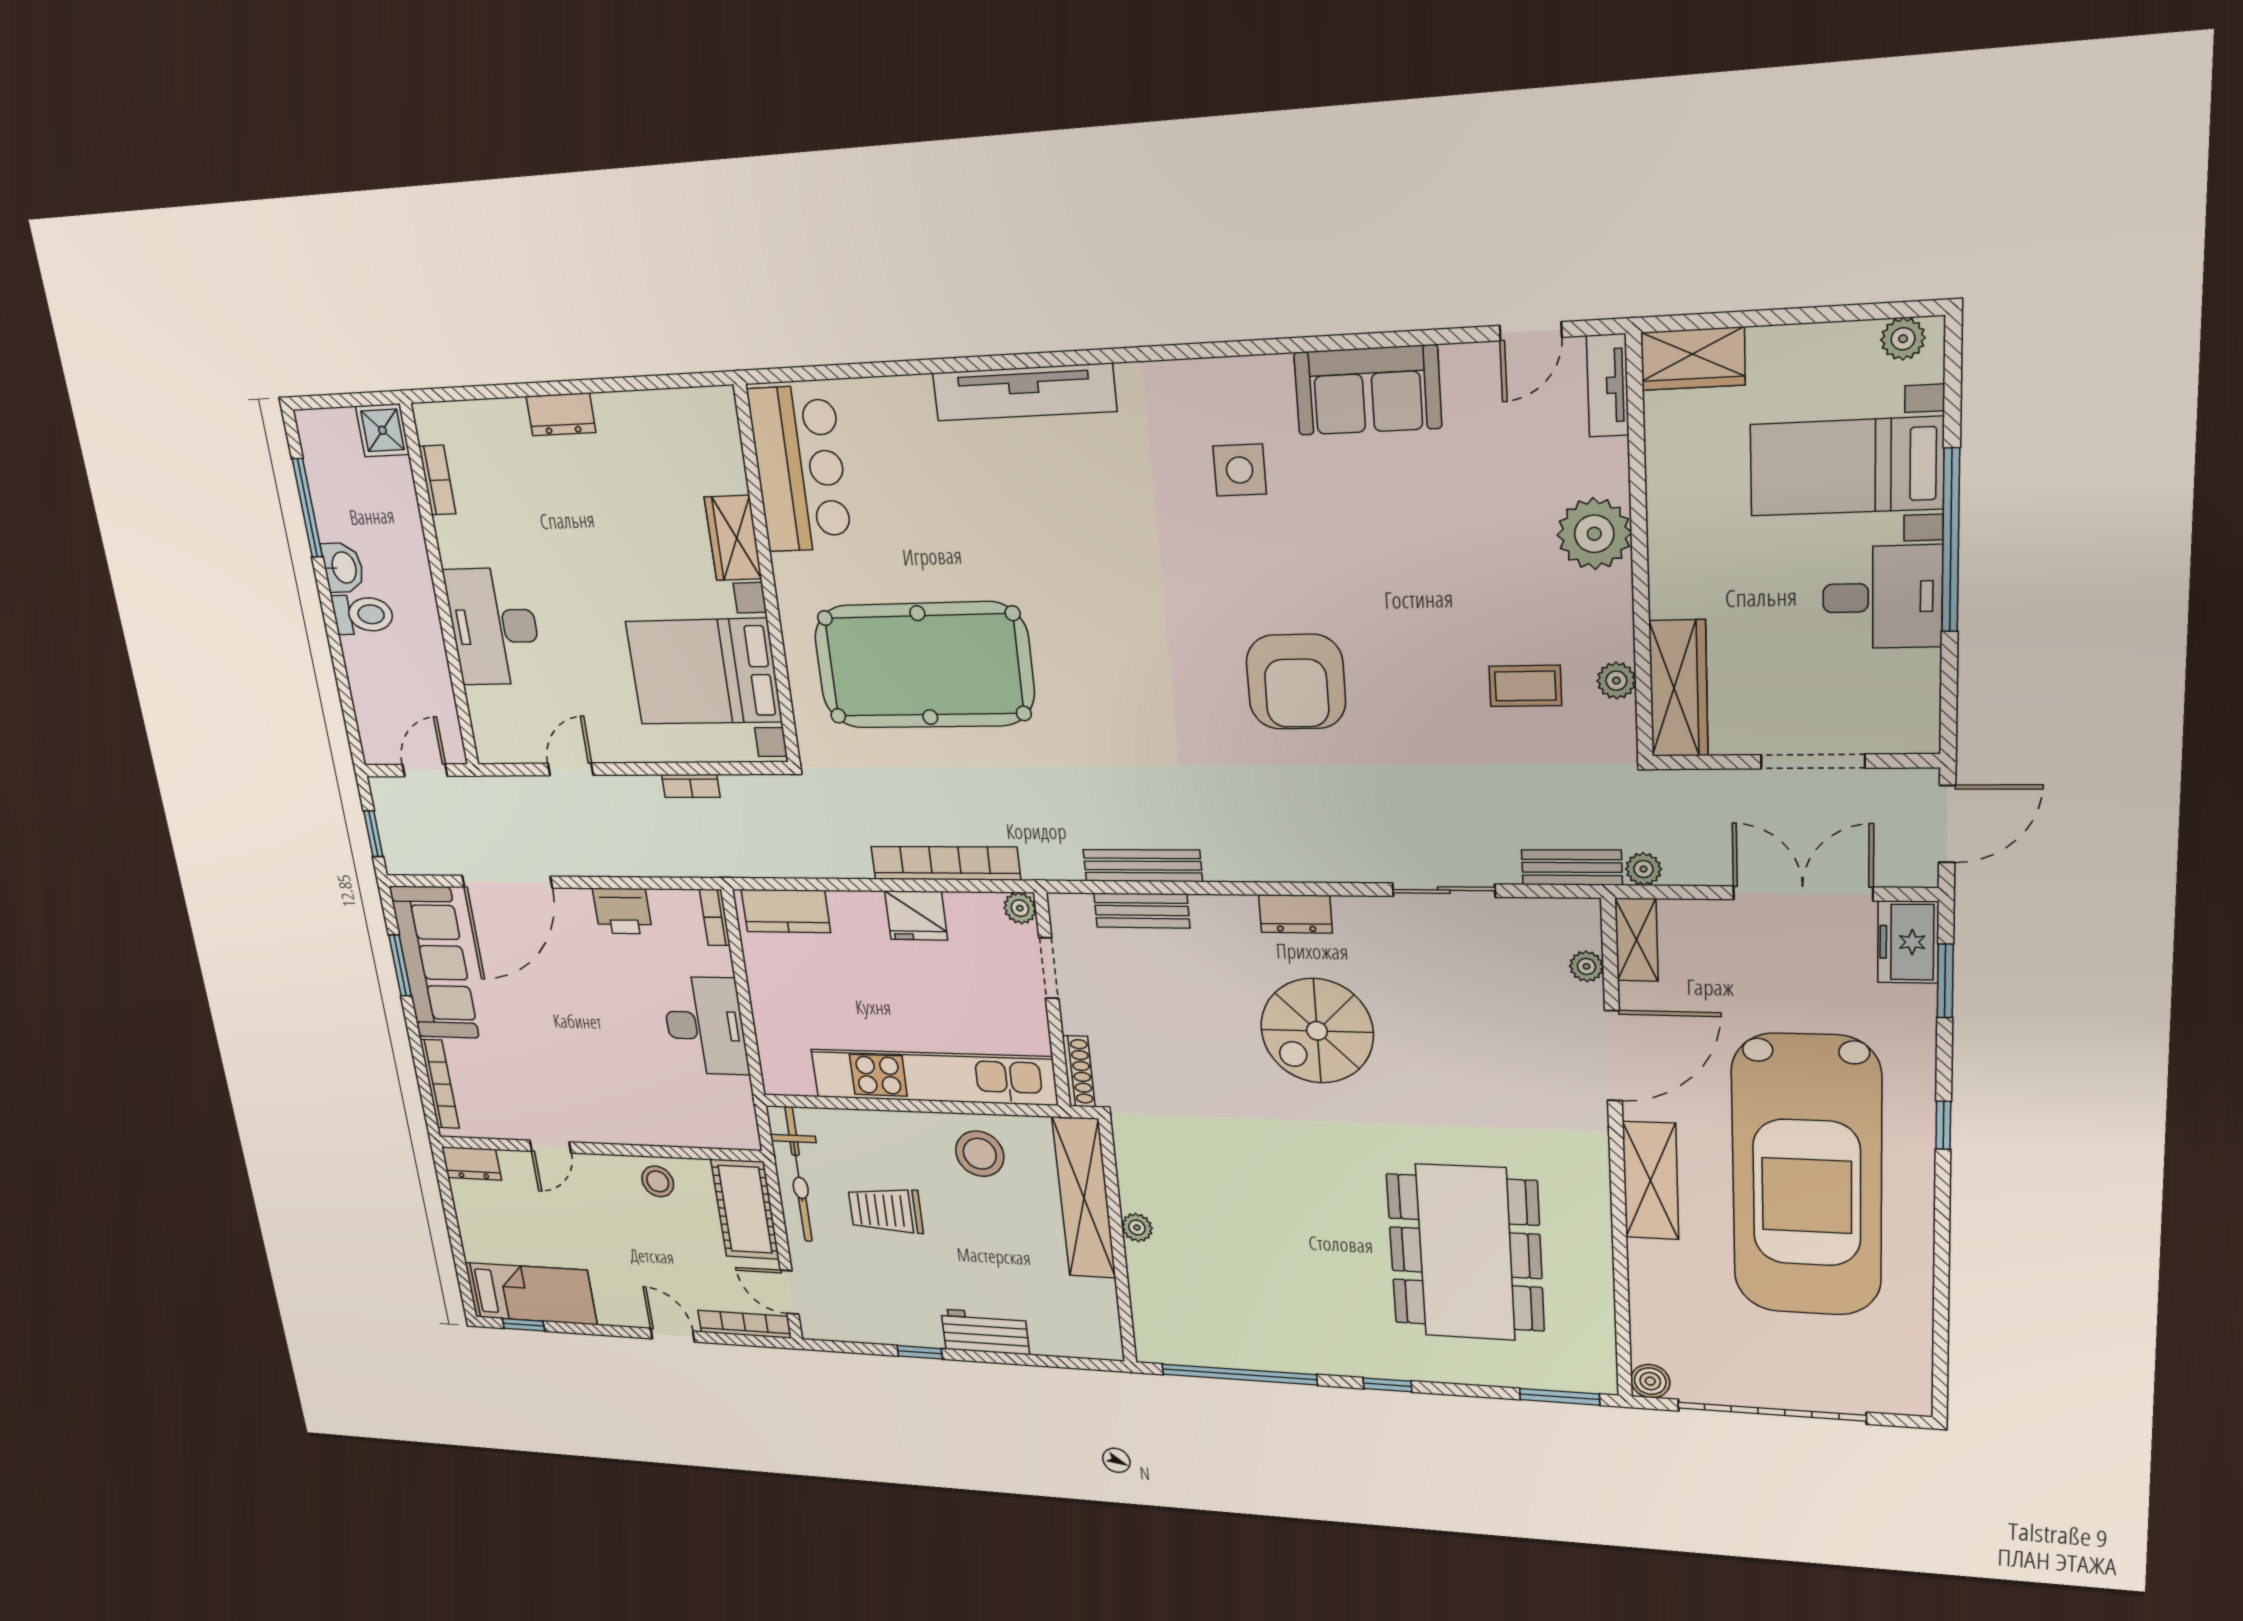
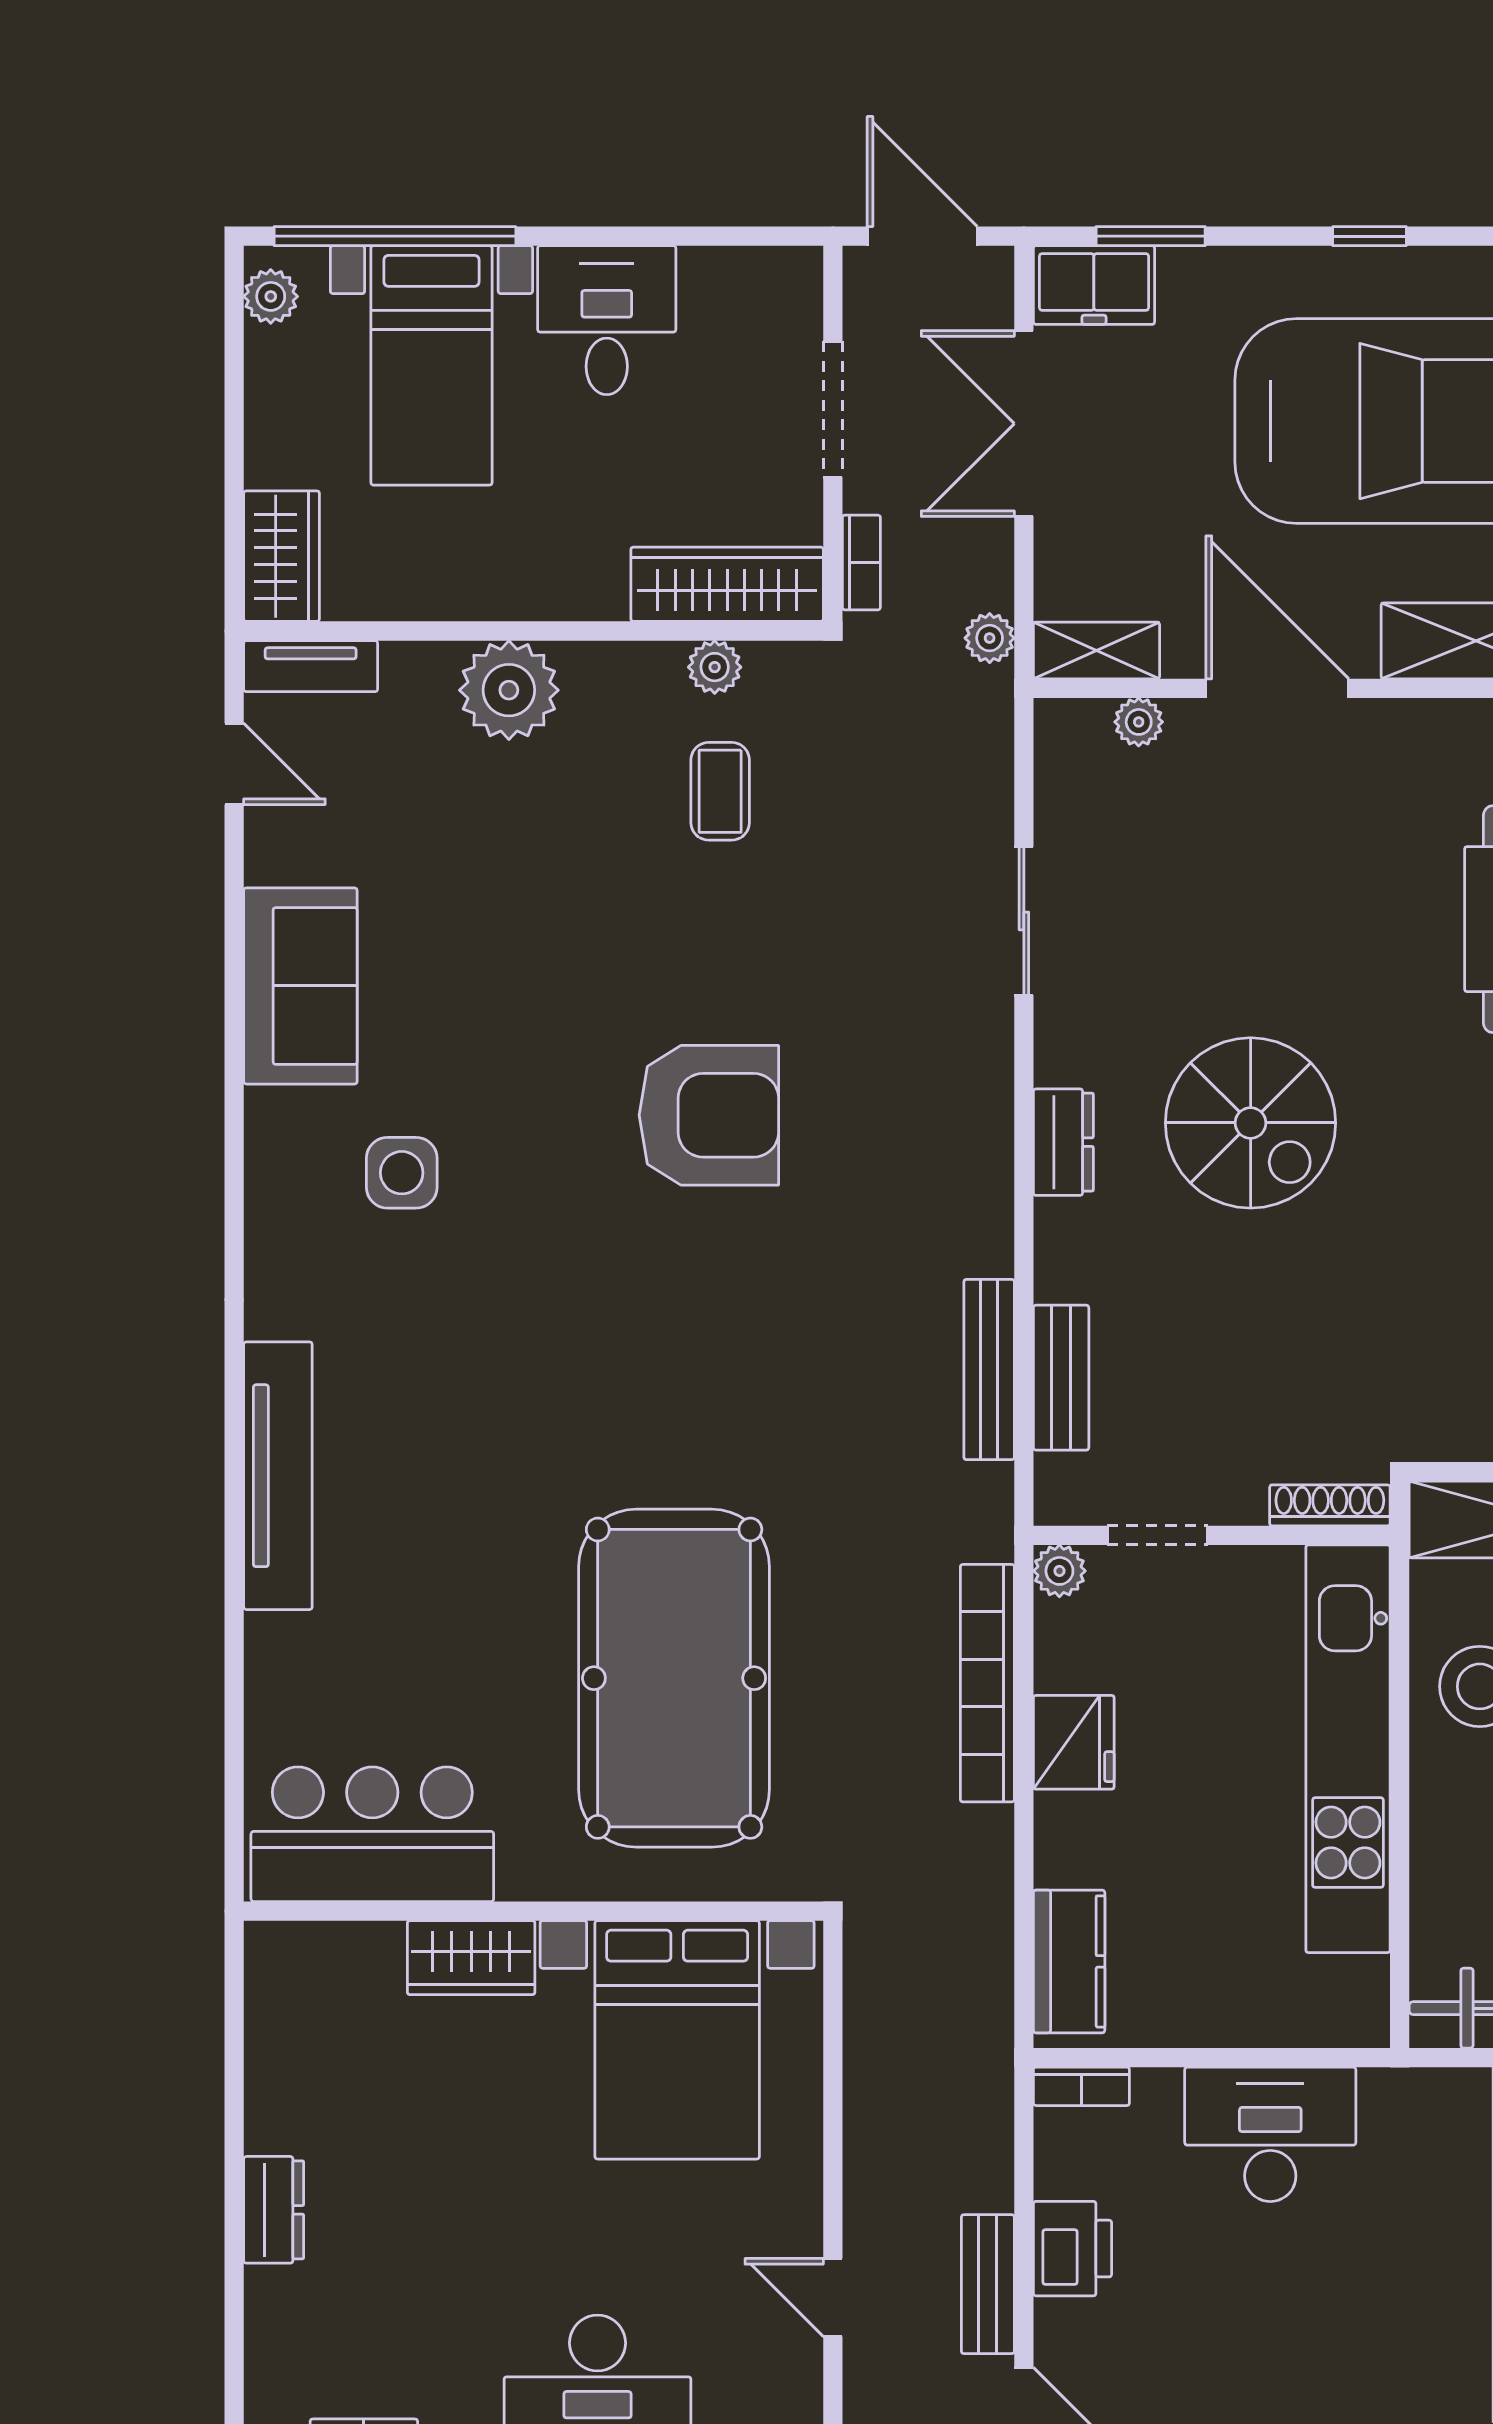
window: (1951, 541) -> (395, 236), moved
bookcase: (691, 786) -> (861, 562), moved
bench: (1572, 867) -> (988, 2284), moved

